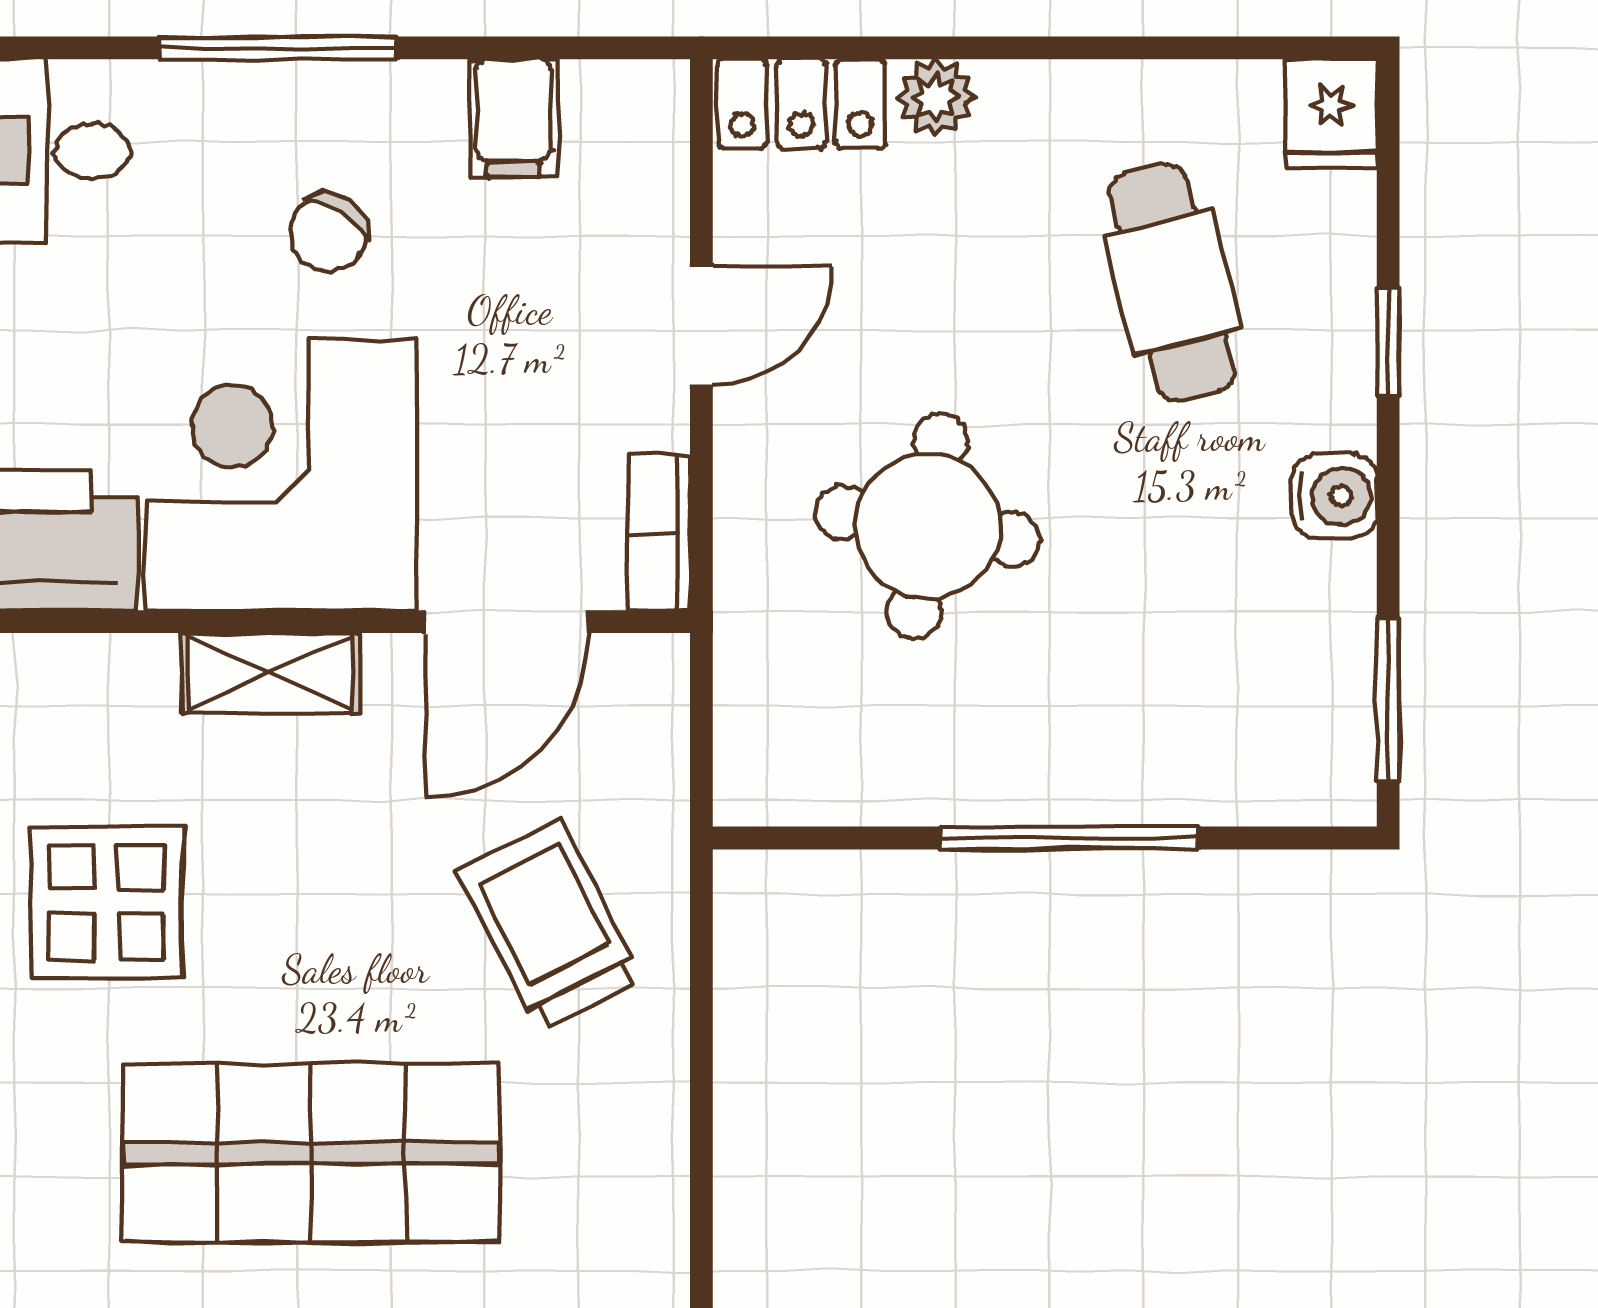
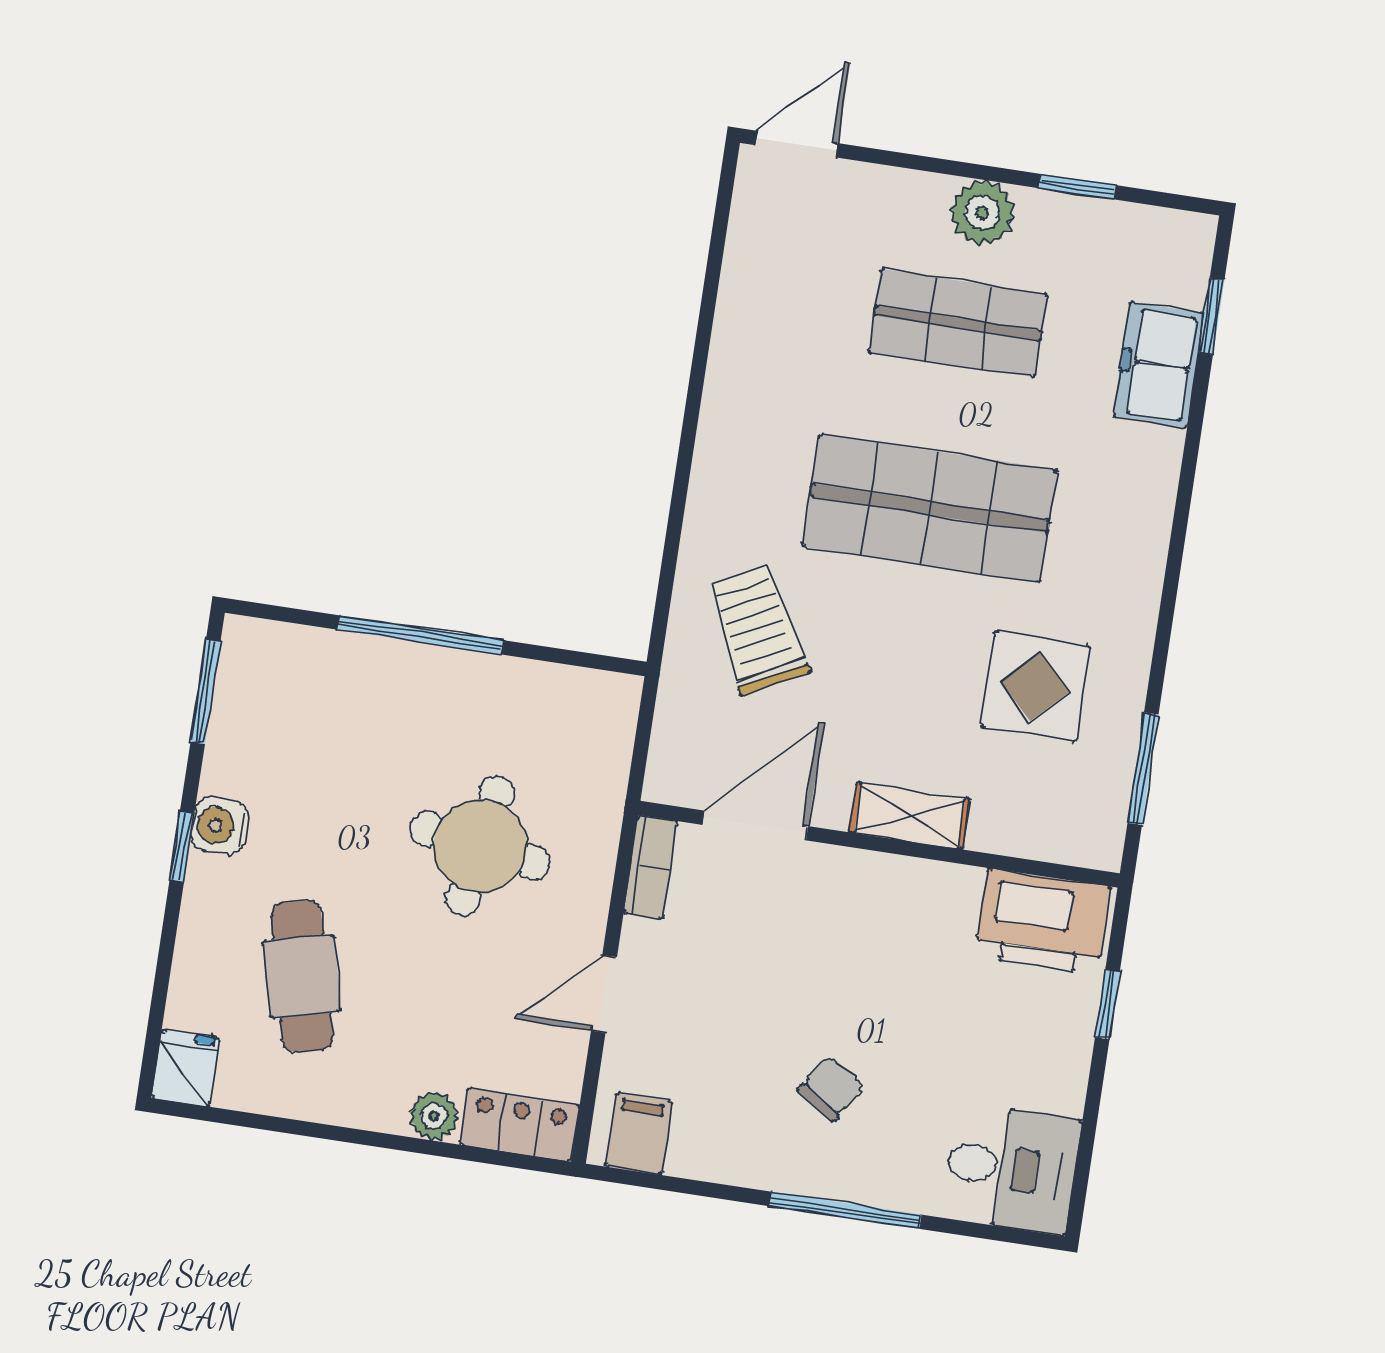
filing cabinet: (513, 118) -> (639, 1134), moved
window: (1388, 342) -> (182, 847), moved
corner desk: (281, 475) -> (884, 940), removed
trolley: (549, 925) -> (758, 629), turned 180

